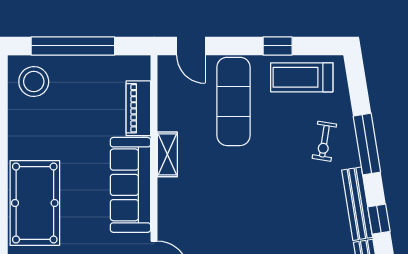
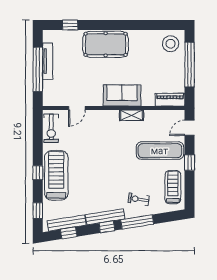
window: (278, 46) -> (190, 163), moved
piano: (138, 108) -> (170, 100), moved
sofa: (130, 185) -> (122, 95), width x0.73
window: (379, 219) -> (107, 227), moved

